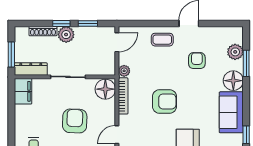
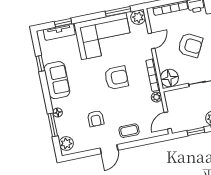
plant: (235, 52) -> (66, 143), moved
floor lamp: (233, 81) -> (58, 113), width x0.53, depth x0.53
armchair: (164, 101) -> (116, 78), turned 180
armchair: (75, 121) -> (190, 45), turned -64

